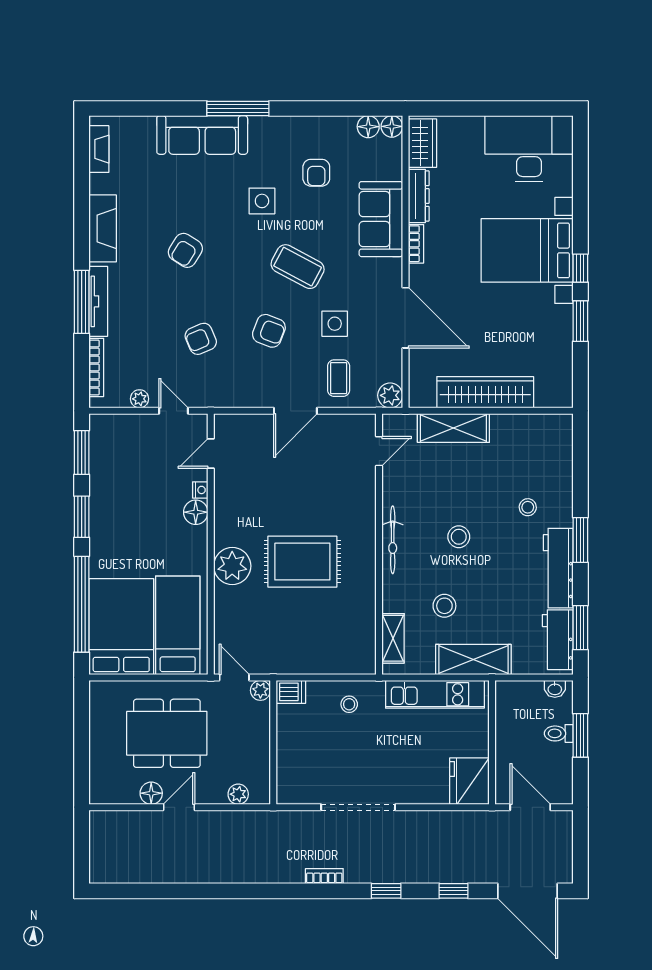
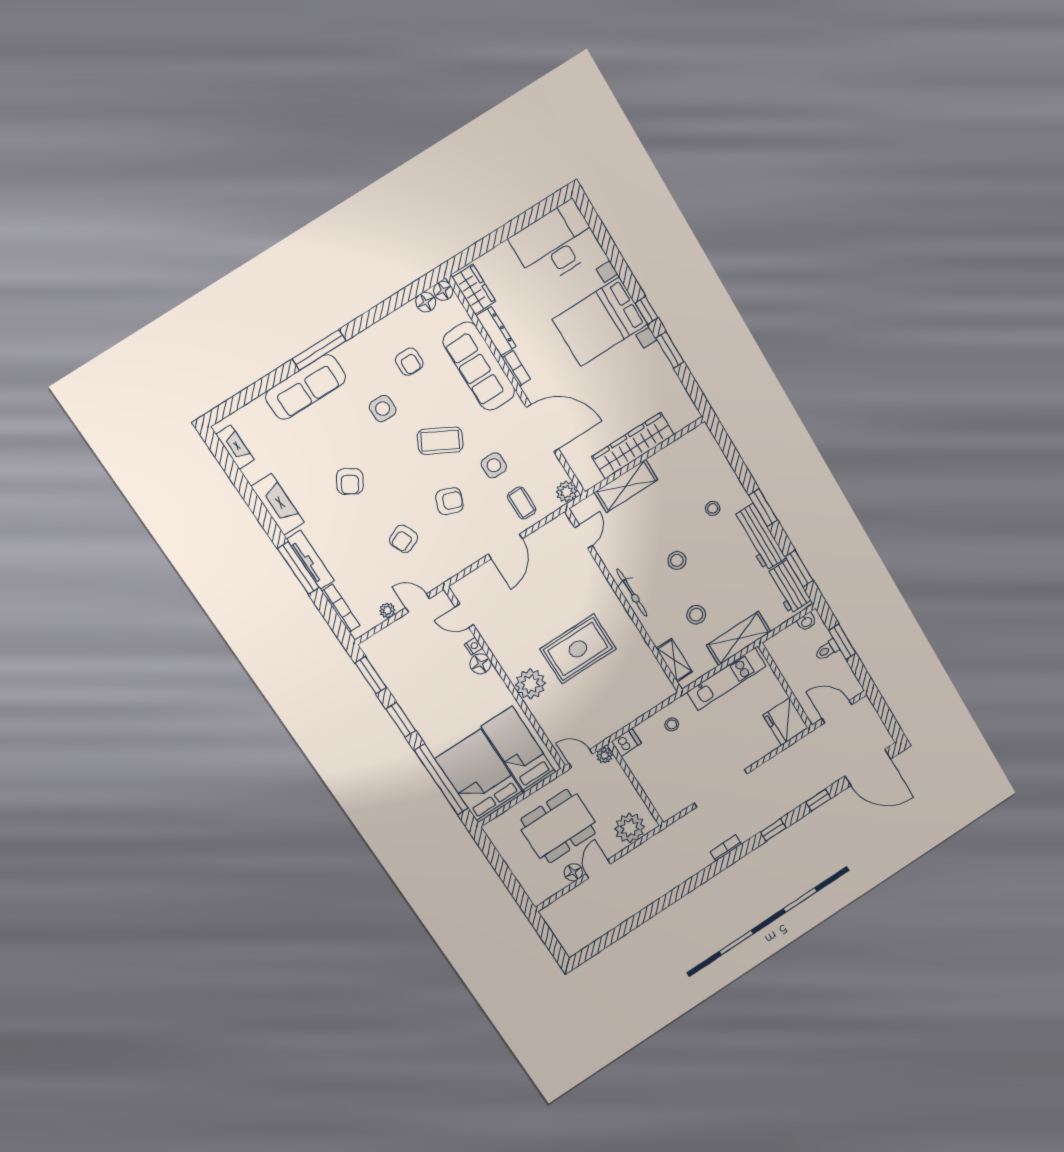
sofa: (381, 219) -> (479, 366), width x1.36
door: (211, 453) -> (464, 616), hinge flipped
plant: (238, 794) -> (630, 828), width x1.87, depth x1.87

